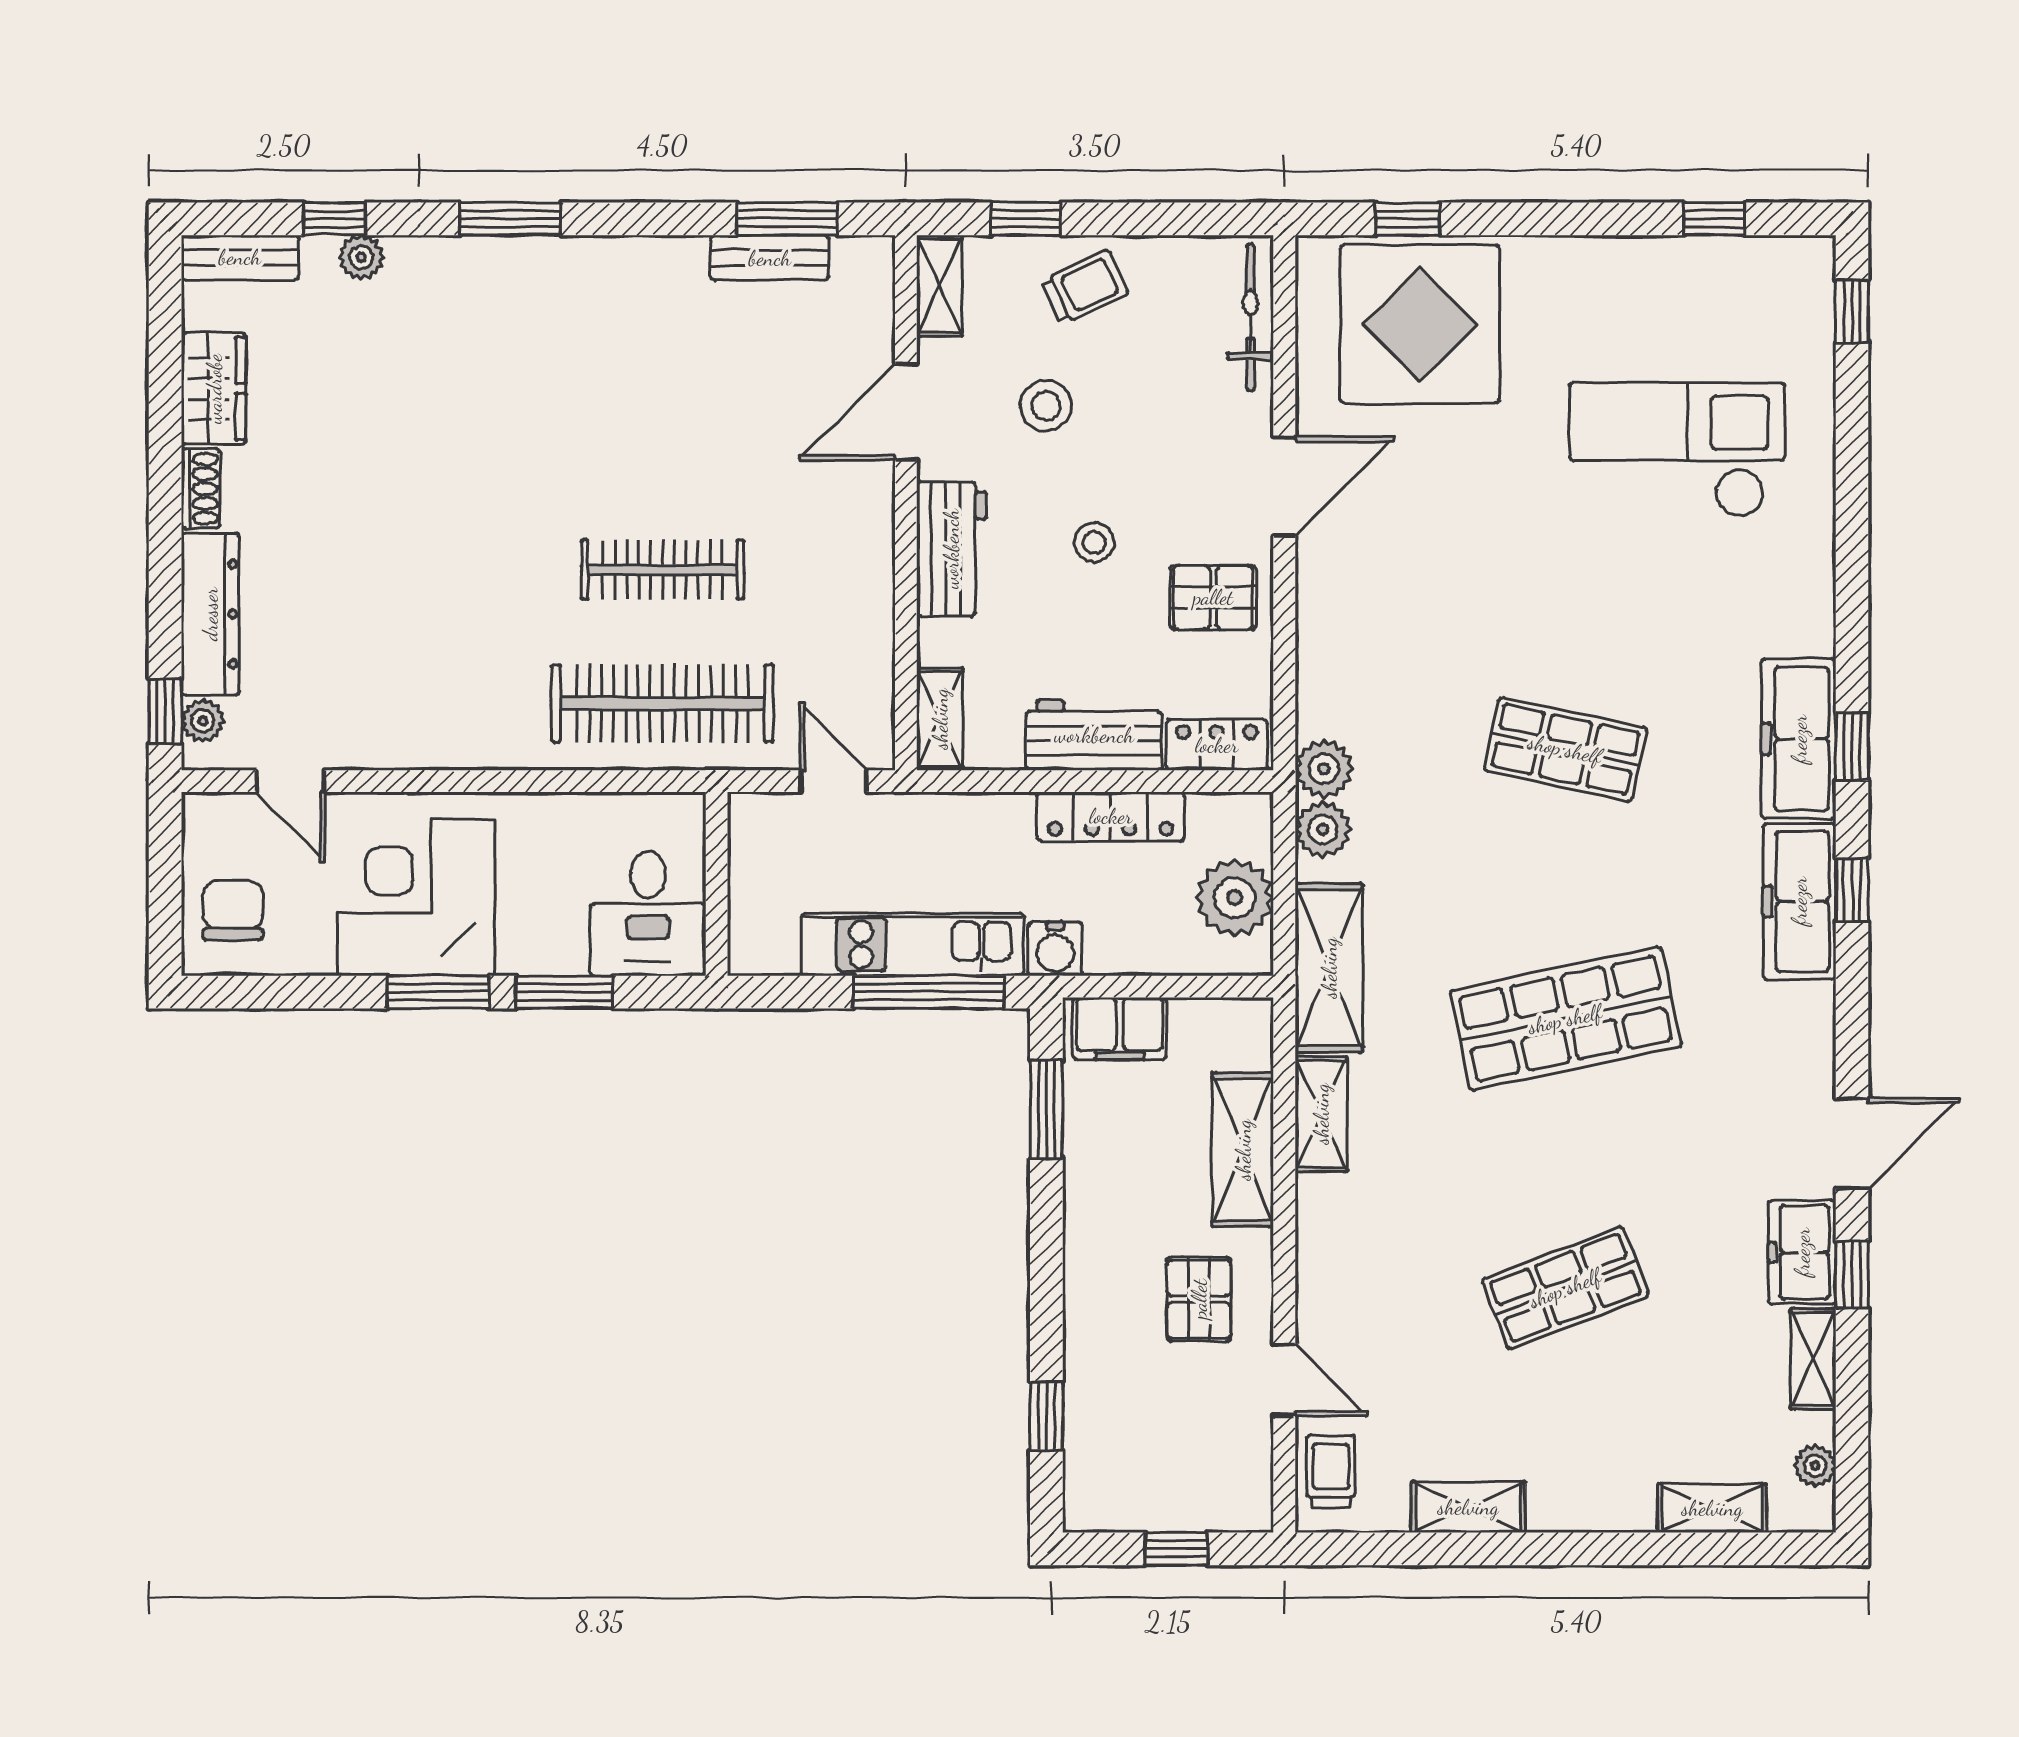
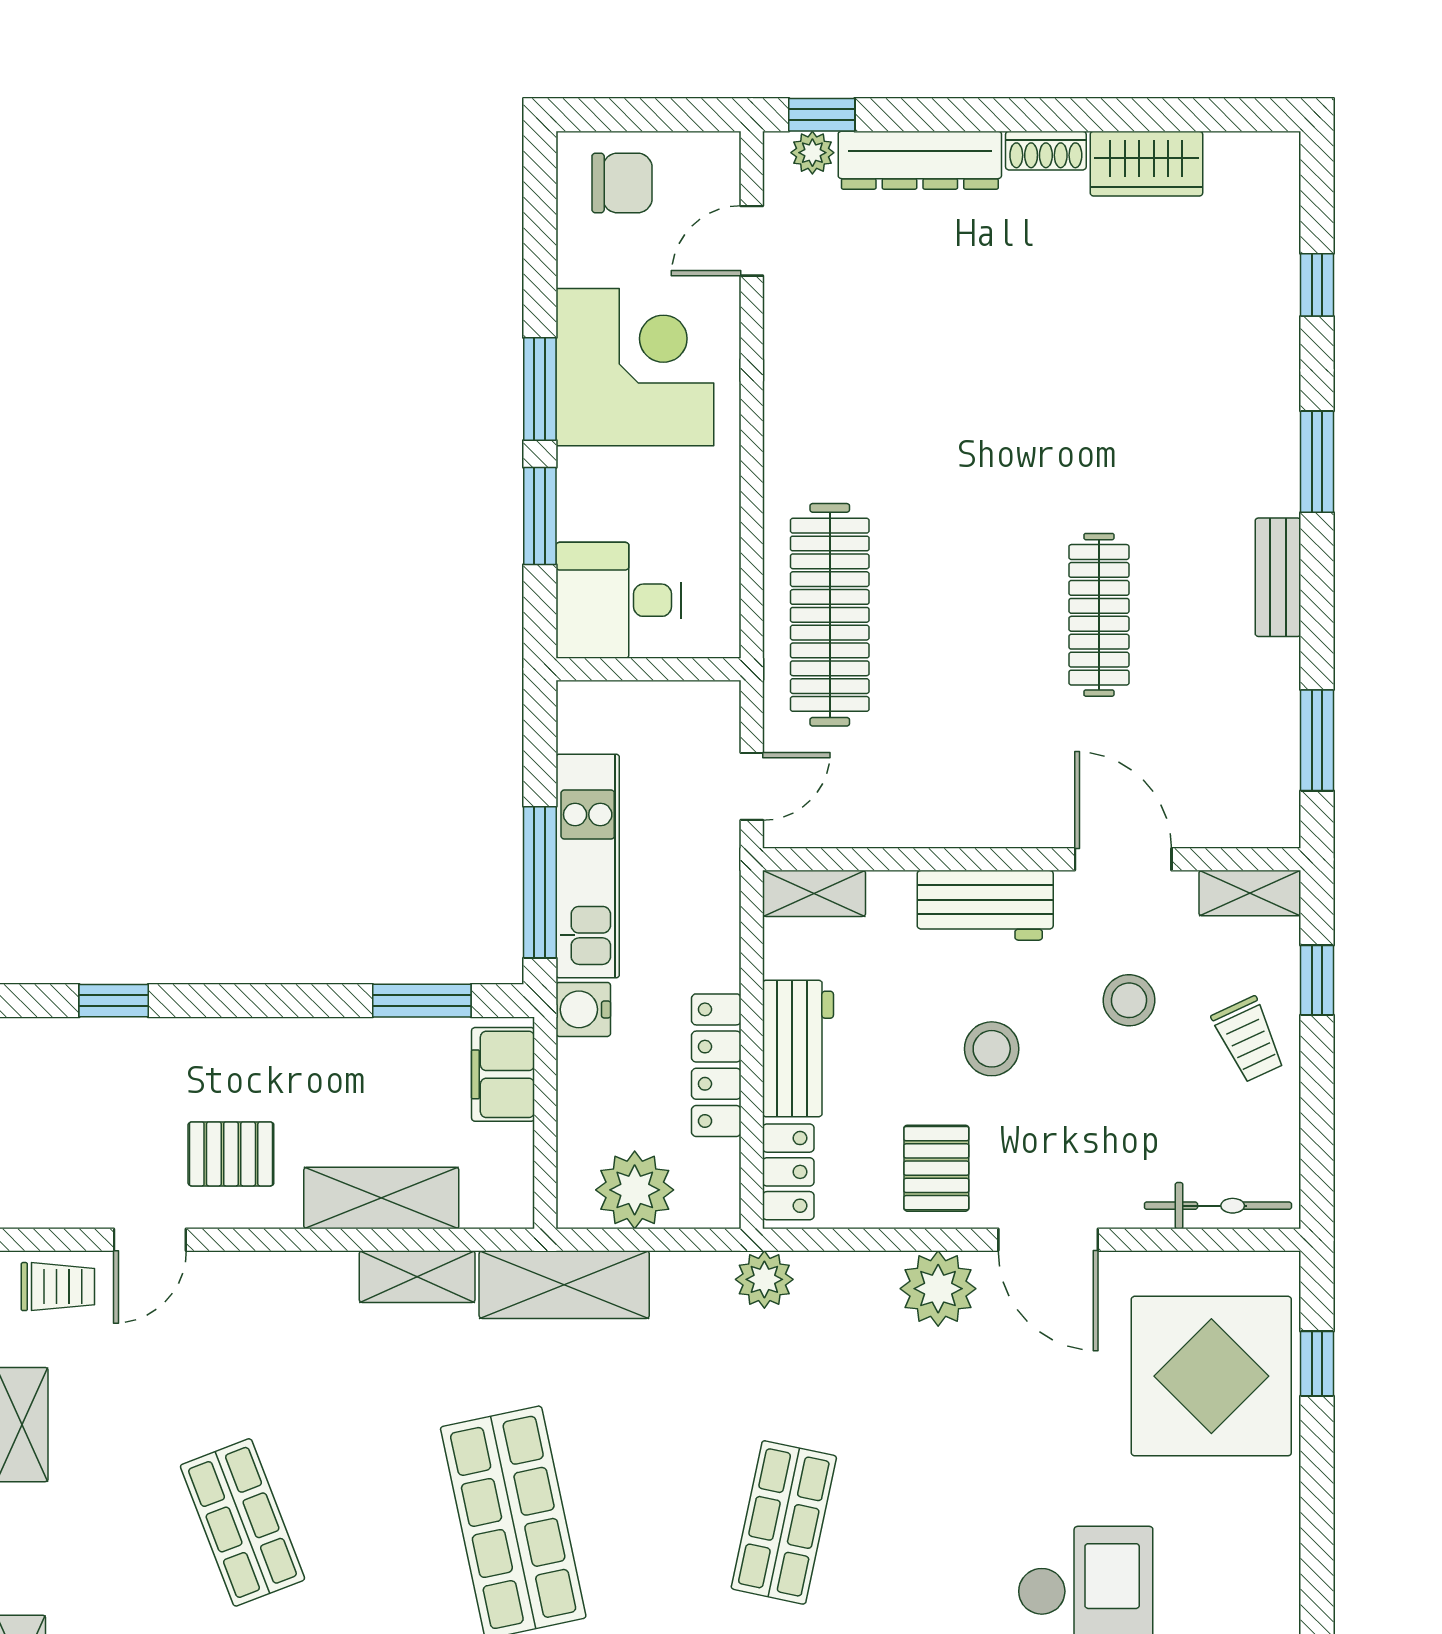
bench: (240, 257) -> (1278, 190), removed
plant: (361, 257) -> (1278, 312), removed
bench: (770, 258) -> (1278, 577), moved
stool: (1094, 543) -> (992, 1049), width x1.37, depth x1.37
clothes rail: (663, 570) -> (1099, 615), moved
plant: (1323, 829) -> (938, 1289), moved, width x1.36, depth x1.36

